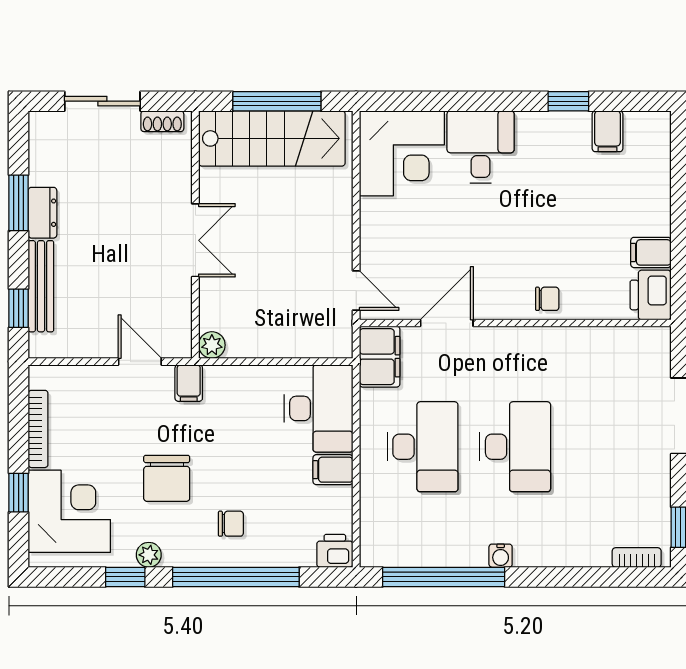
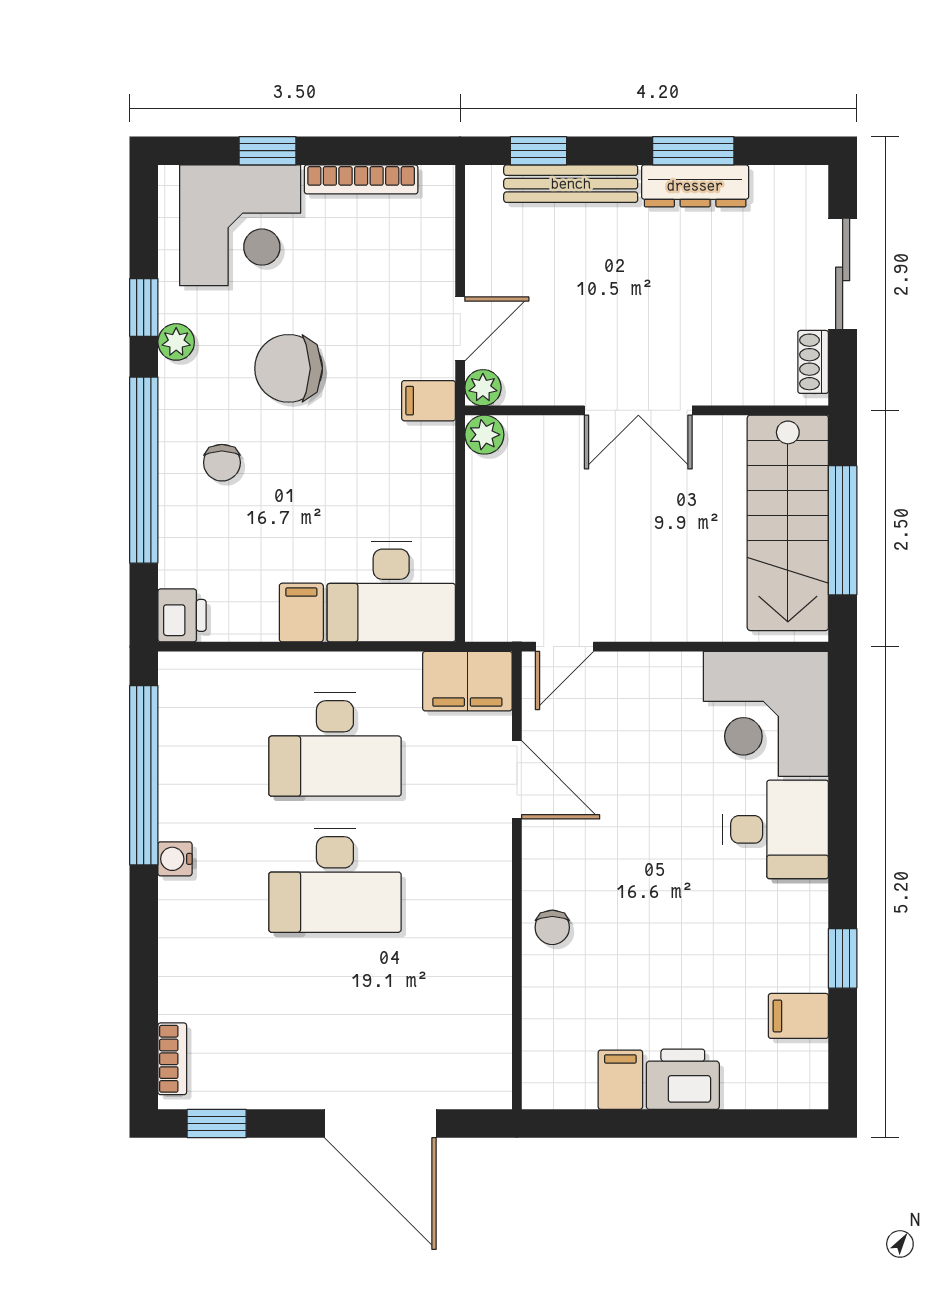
dresser: (42, 213) -> (695, 186), width x1.44
printer: (651, 295) -> (683, 1079), moved
plant: (180, 346) -> (483, 388), added

